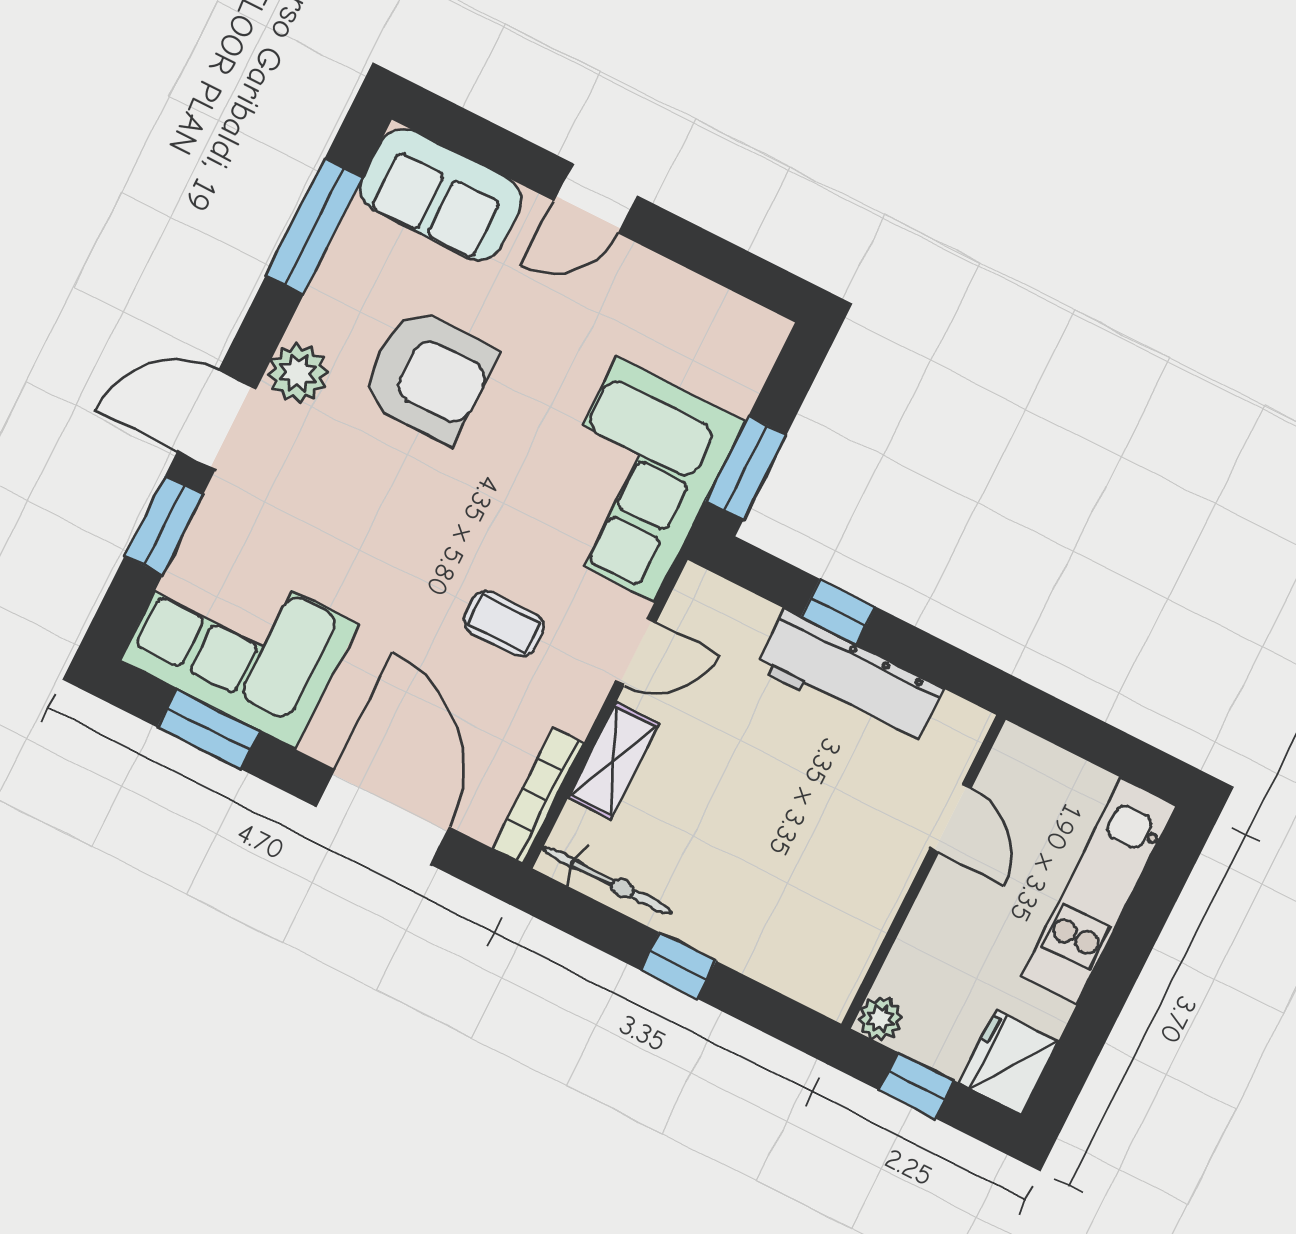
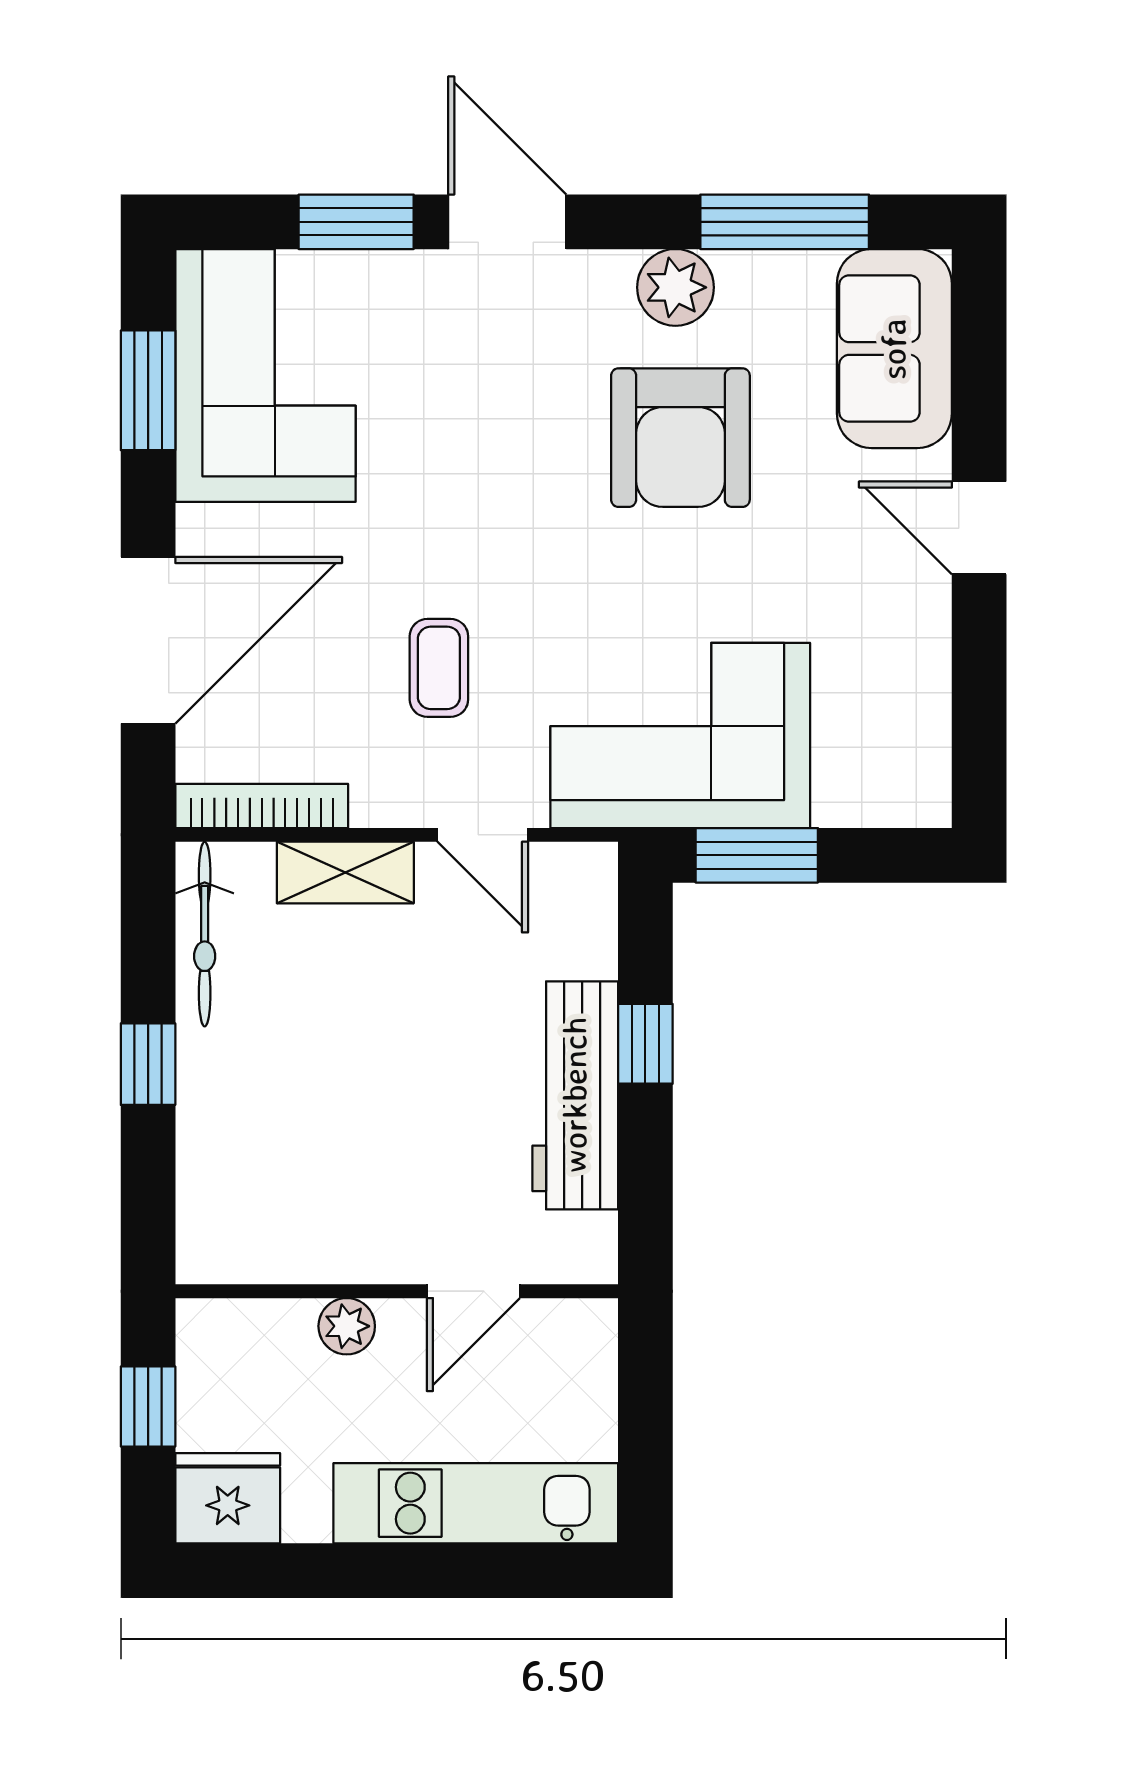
plant: (298, 373) -> (675, 287), moved
plant: (880, 1019) -> (347, 1326), moved

